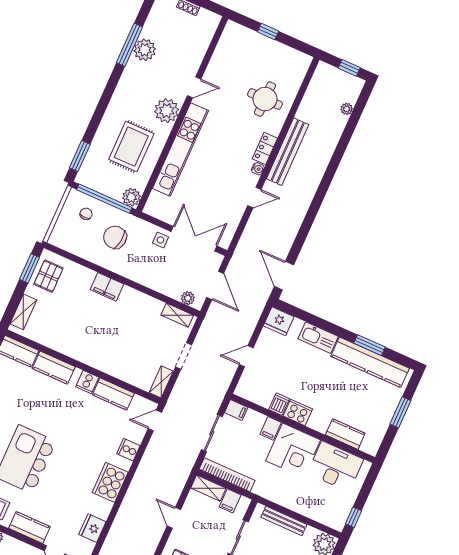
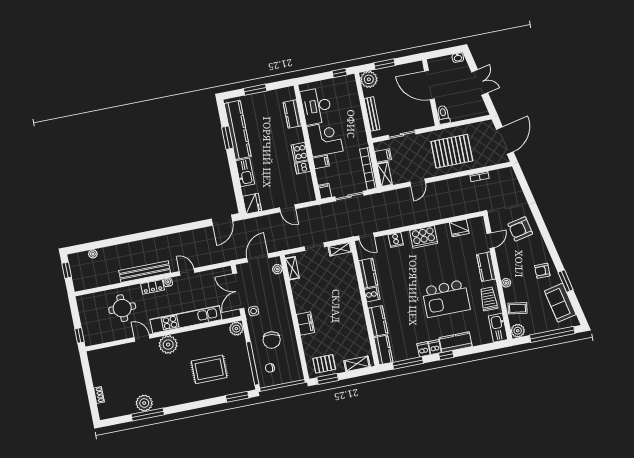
door: (194, 87) -> (142, 338), moved
plant: (167, 111) -> (168, 345), moved
wall: (182, 114) -> (164, 334), moved
kitchen unit: (180, 149) -> (186, 319), moved
plant: (131, 197) -> (236, 329), moved

